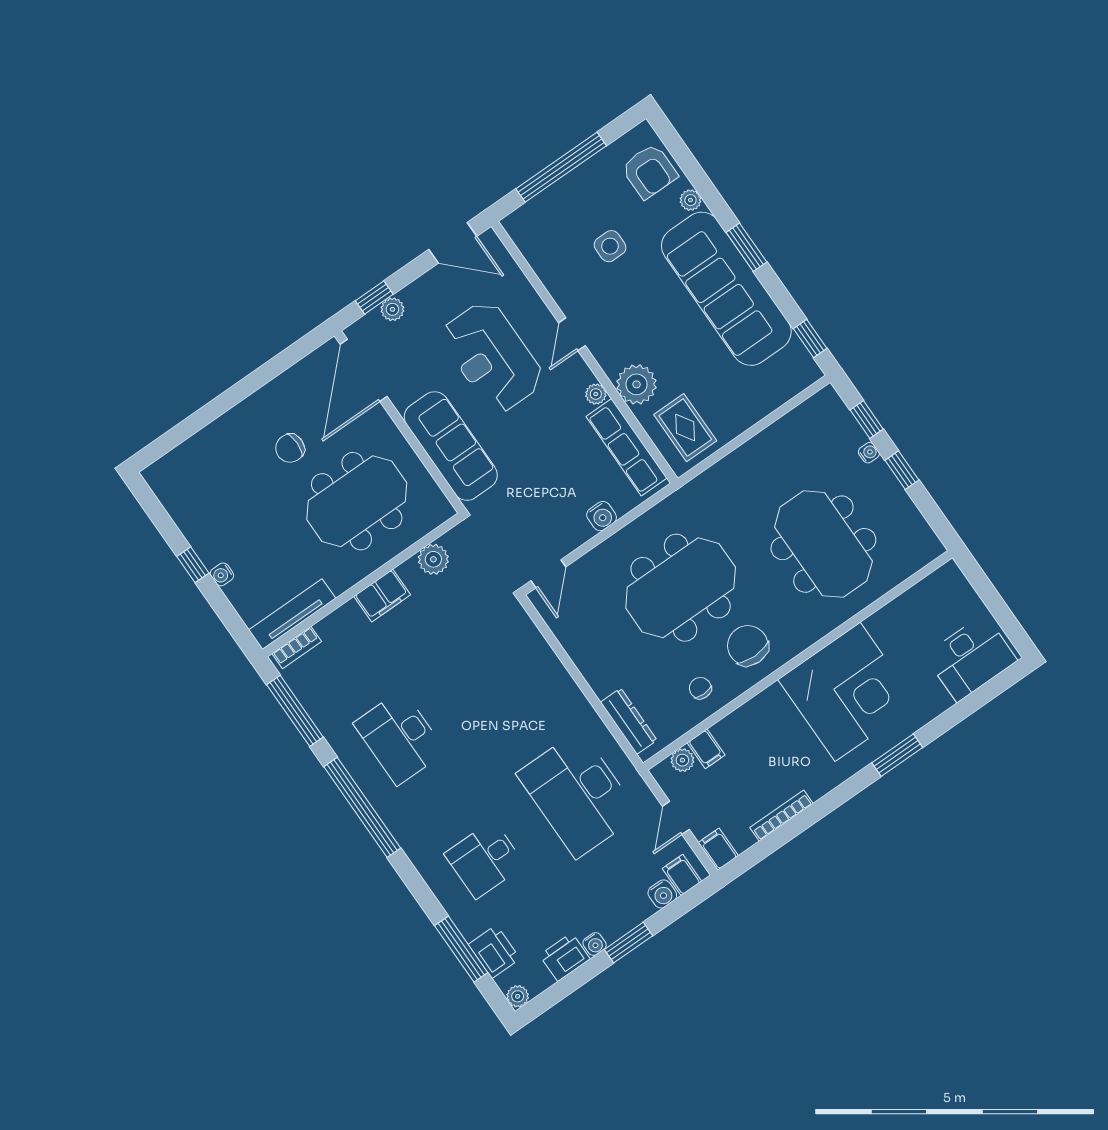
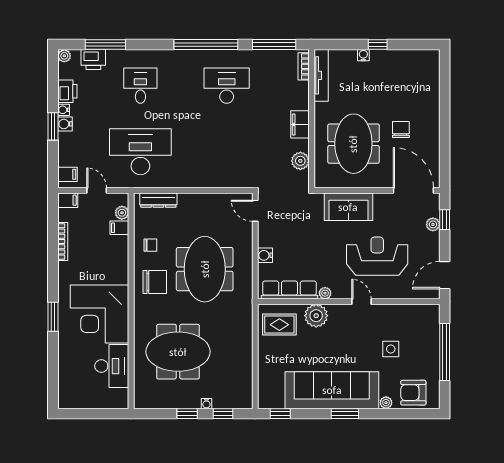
sofa: (451, 446) -> (348, 207), width x0.73
desk: (971, 658) -> (112, 366), moved, turned 180
water cooler: (662, 894) -> (65, 124), moved

